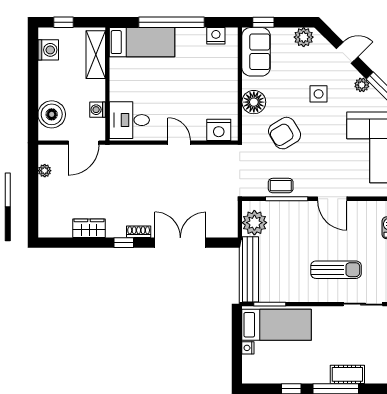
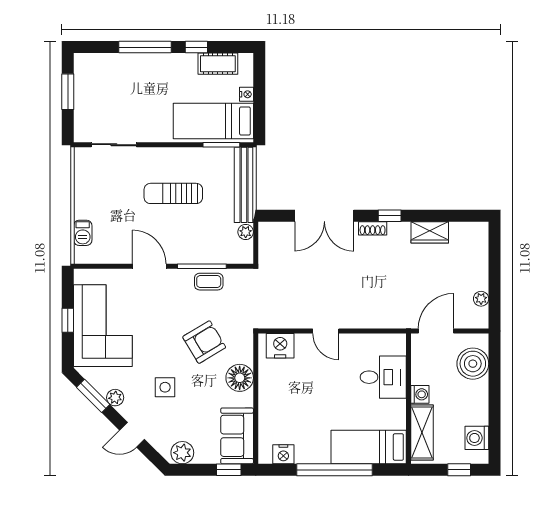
washing machine: (98, 110) -> (420, 394), moved
desk: (129, 120) -> (383, 377), moved
plant: (254, 223) -> (246, 232), width x0.53, depth x0.53
sun lounger: (336, 270) -> (173, 193), moved
cot: (347, 374) -> (218, 64), moved

